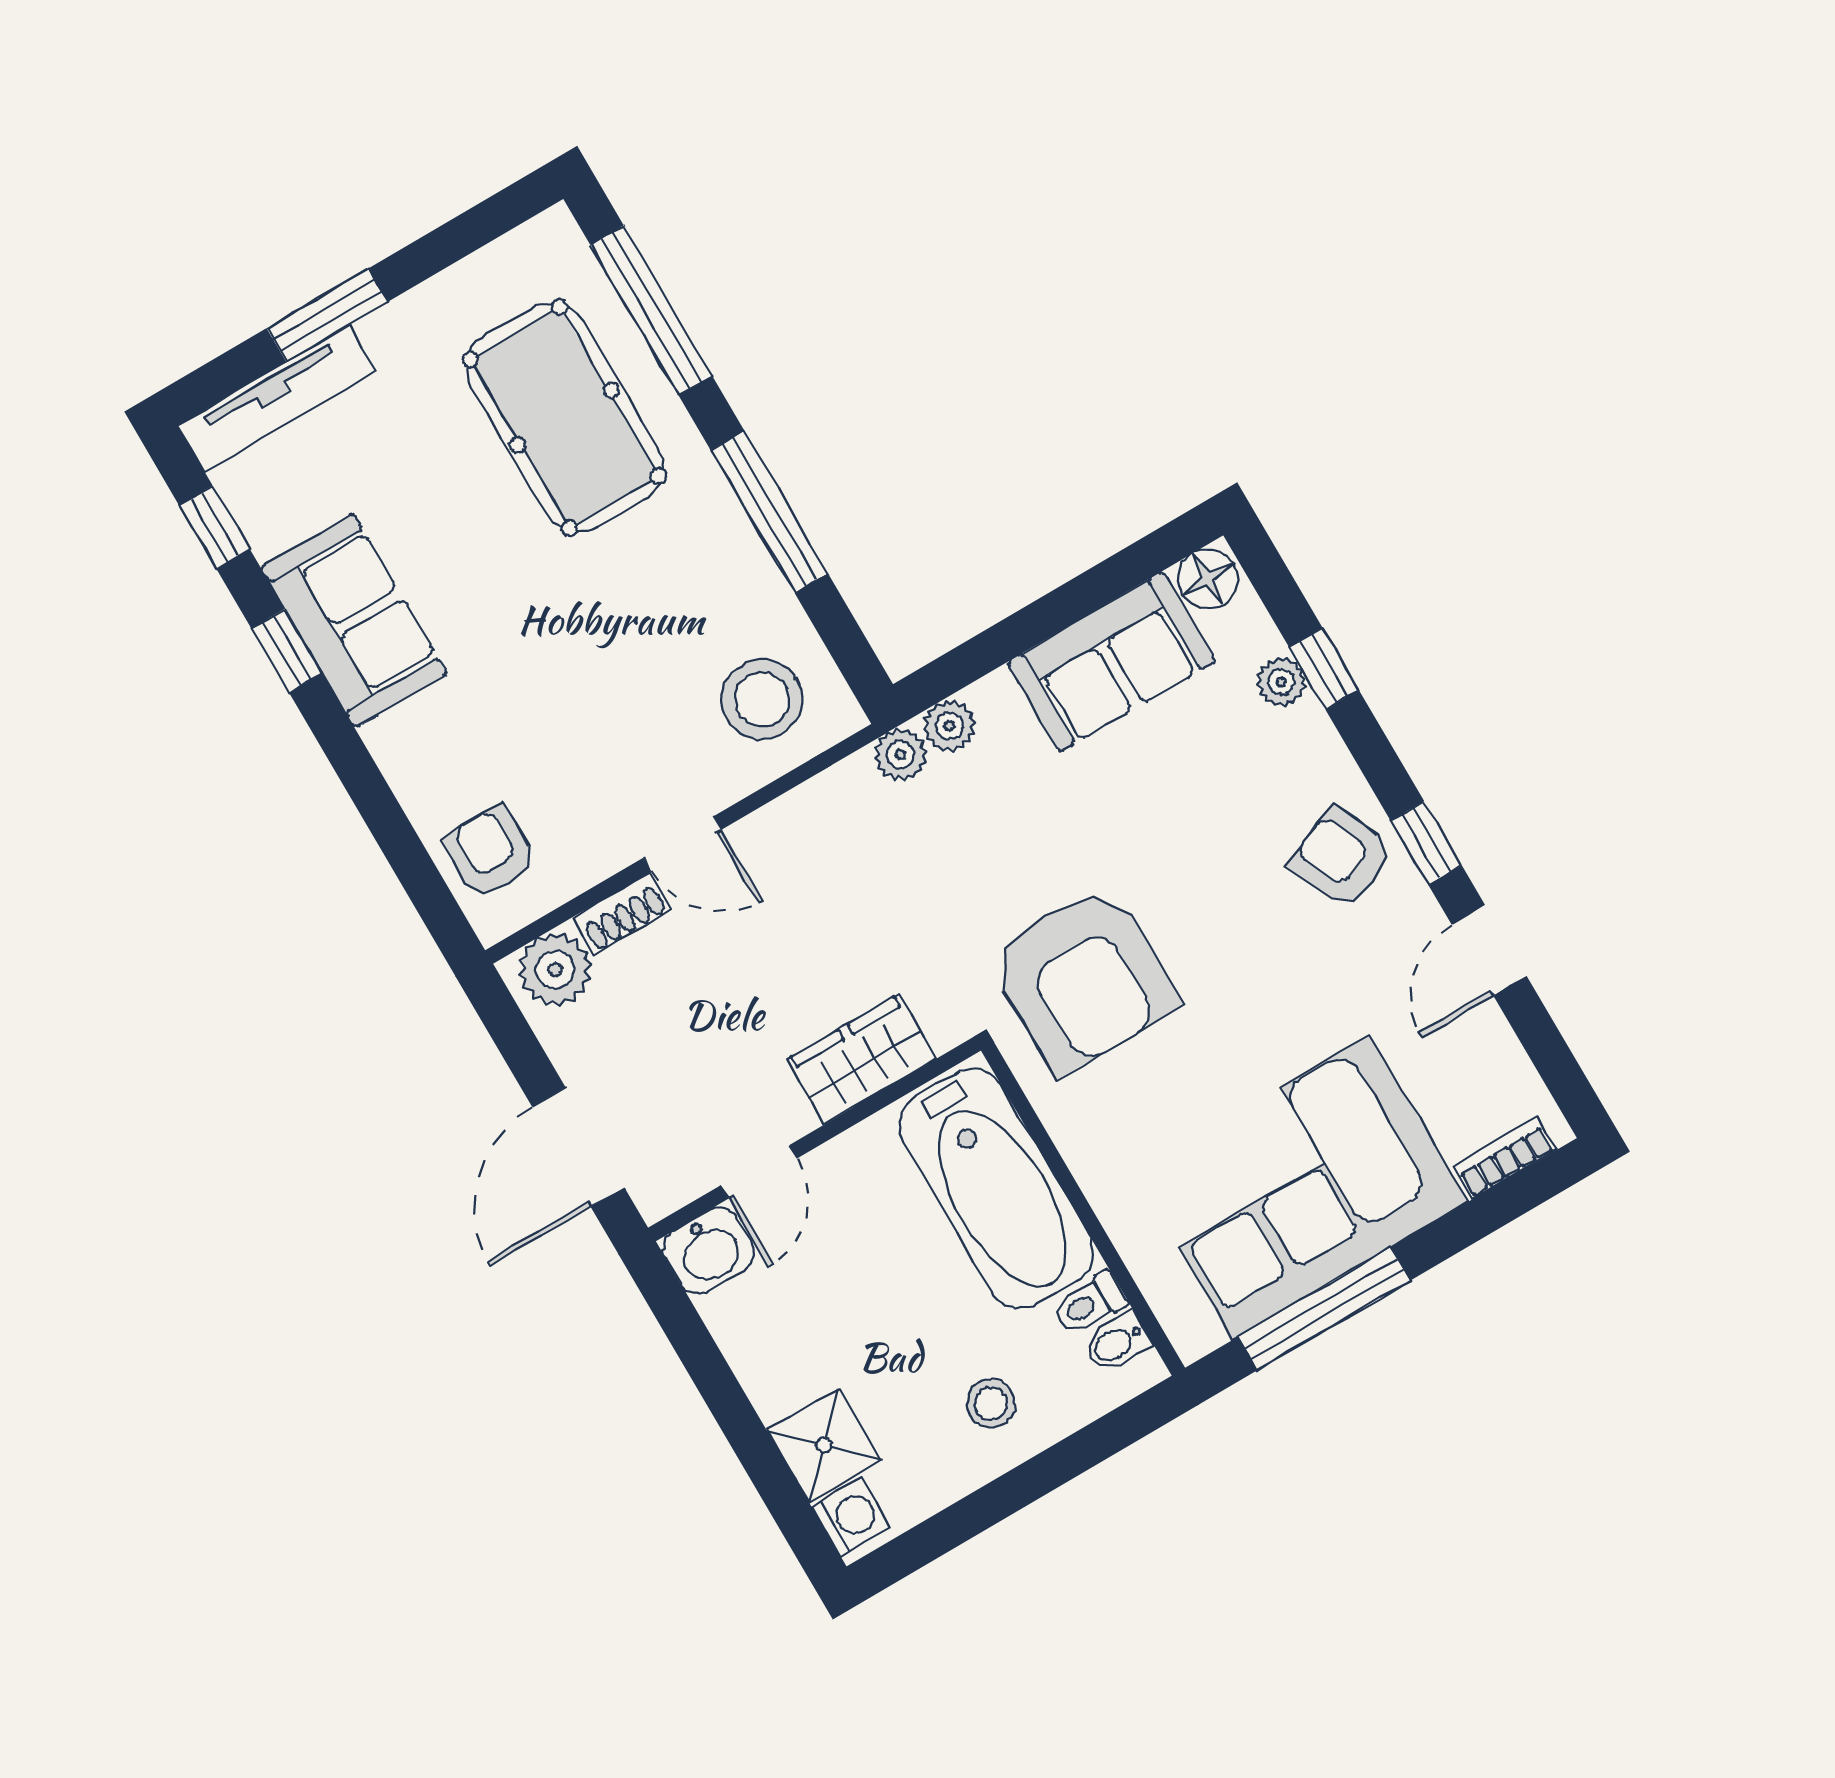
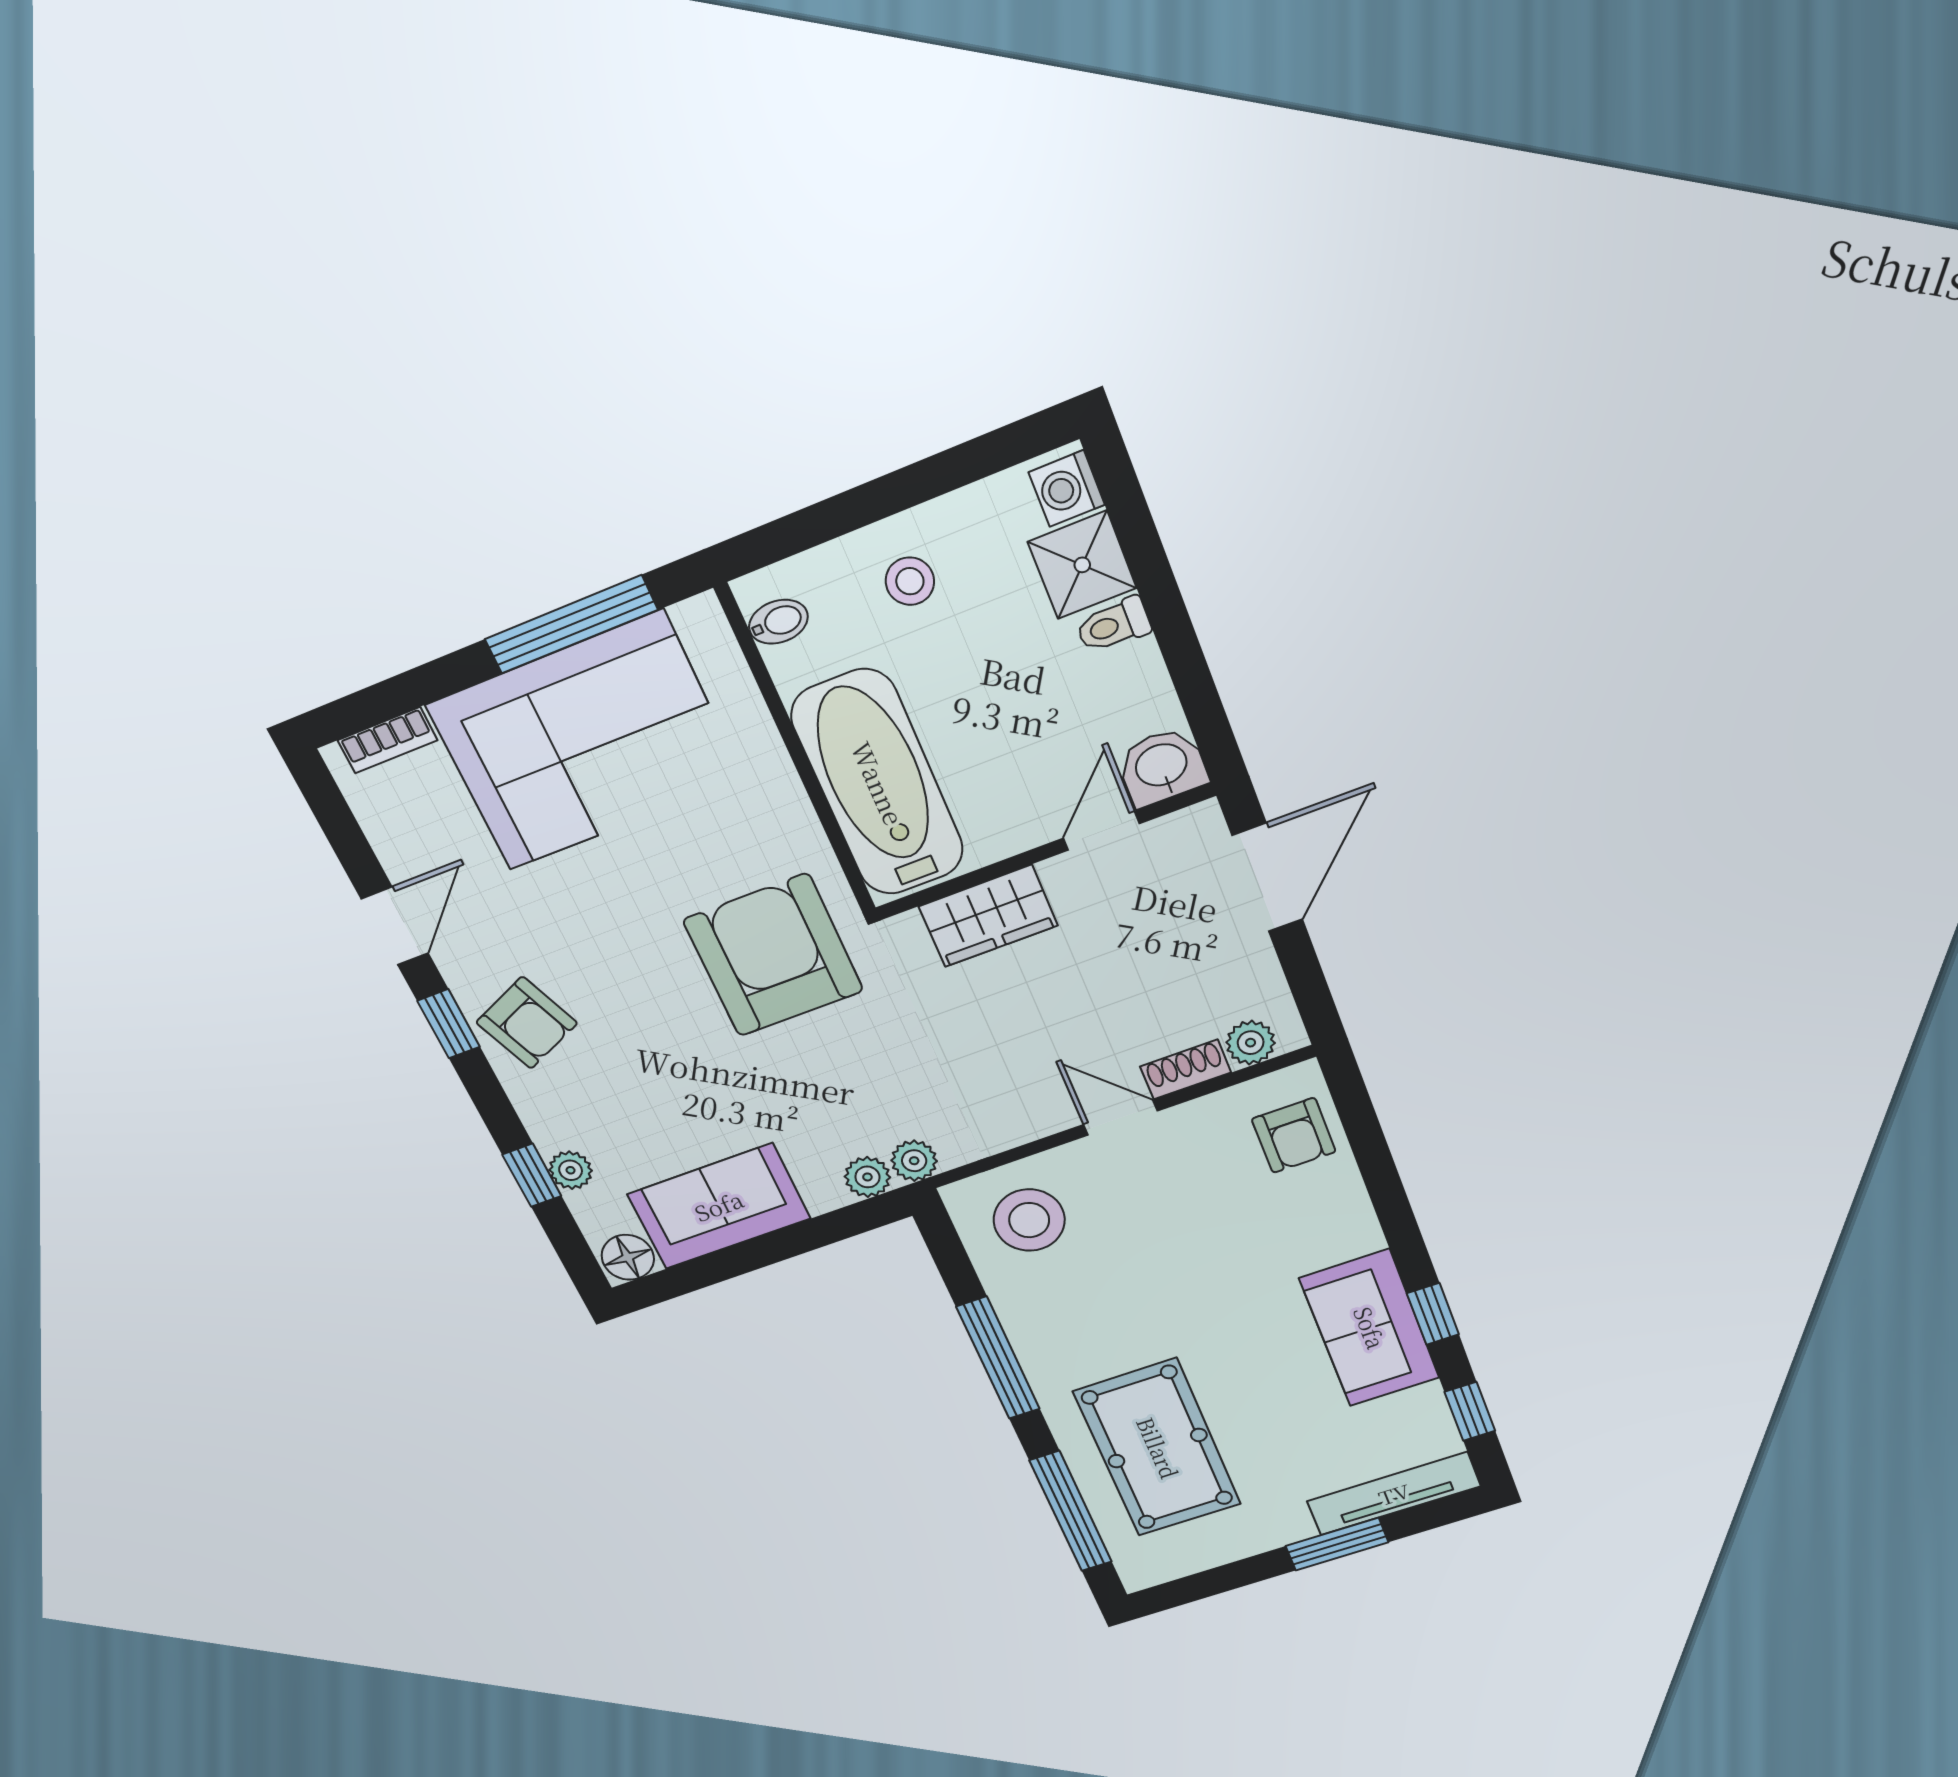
plant: (555, 970) -> (1251, 1043), width x0.73, depth x0.73
toilet: (1089, 1304) -> (1113, 625), moved, turned 180

